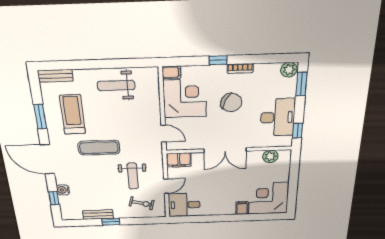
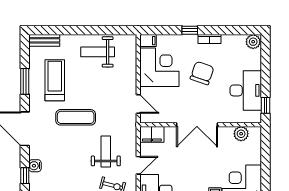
window: (301, 84) -> (266, 56), removed
chair: (231, 103) -> (202, 73), turned -97
weight bench: (133, 176) -> (106, 152), turned 180

